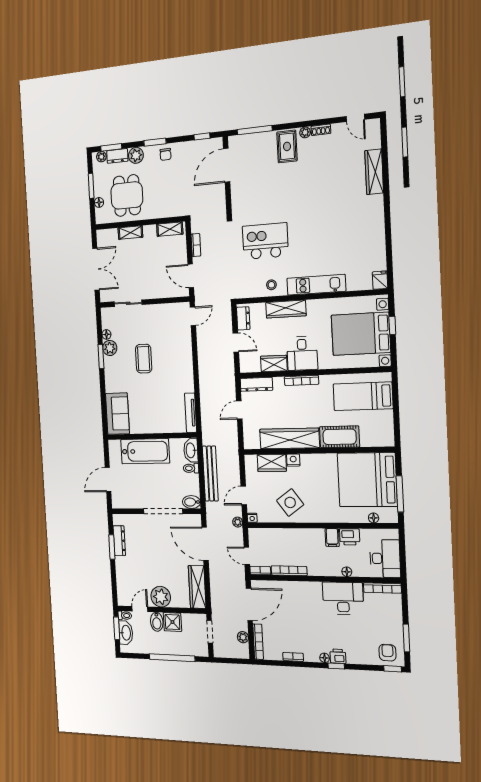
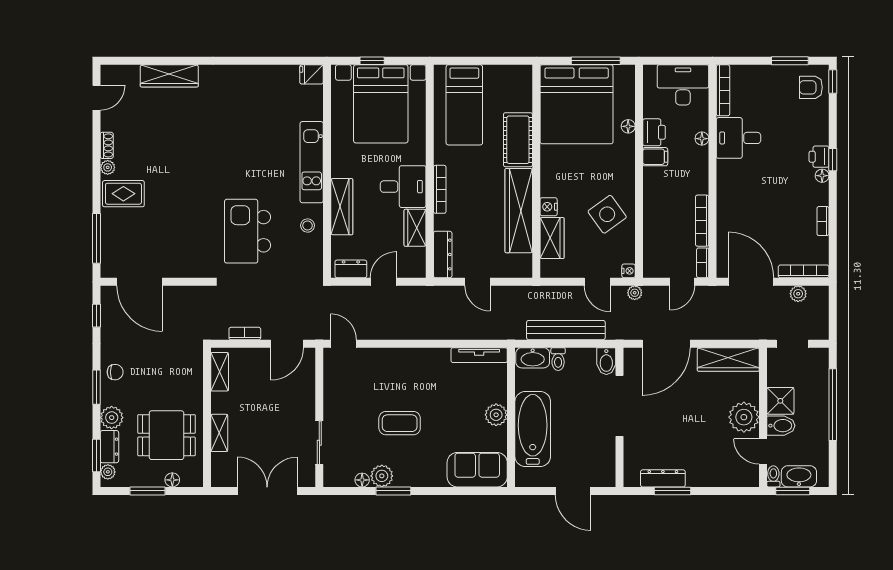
plant: (153, 426) -> (496, 415), added
floor lamp: (374, 518) -> (628, 126), moved
desk: (343, 598) -> (739, 138), width x0.73

